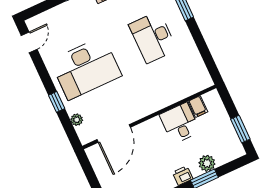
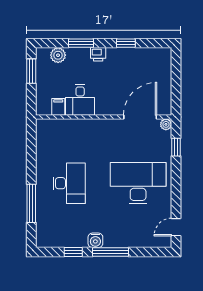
window: (57, 102) -> (176, 147), moved
plant: (77, 120) -> (166, 124), moved
plant: (207, 163) -> (58, 55), moved

